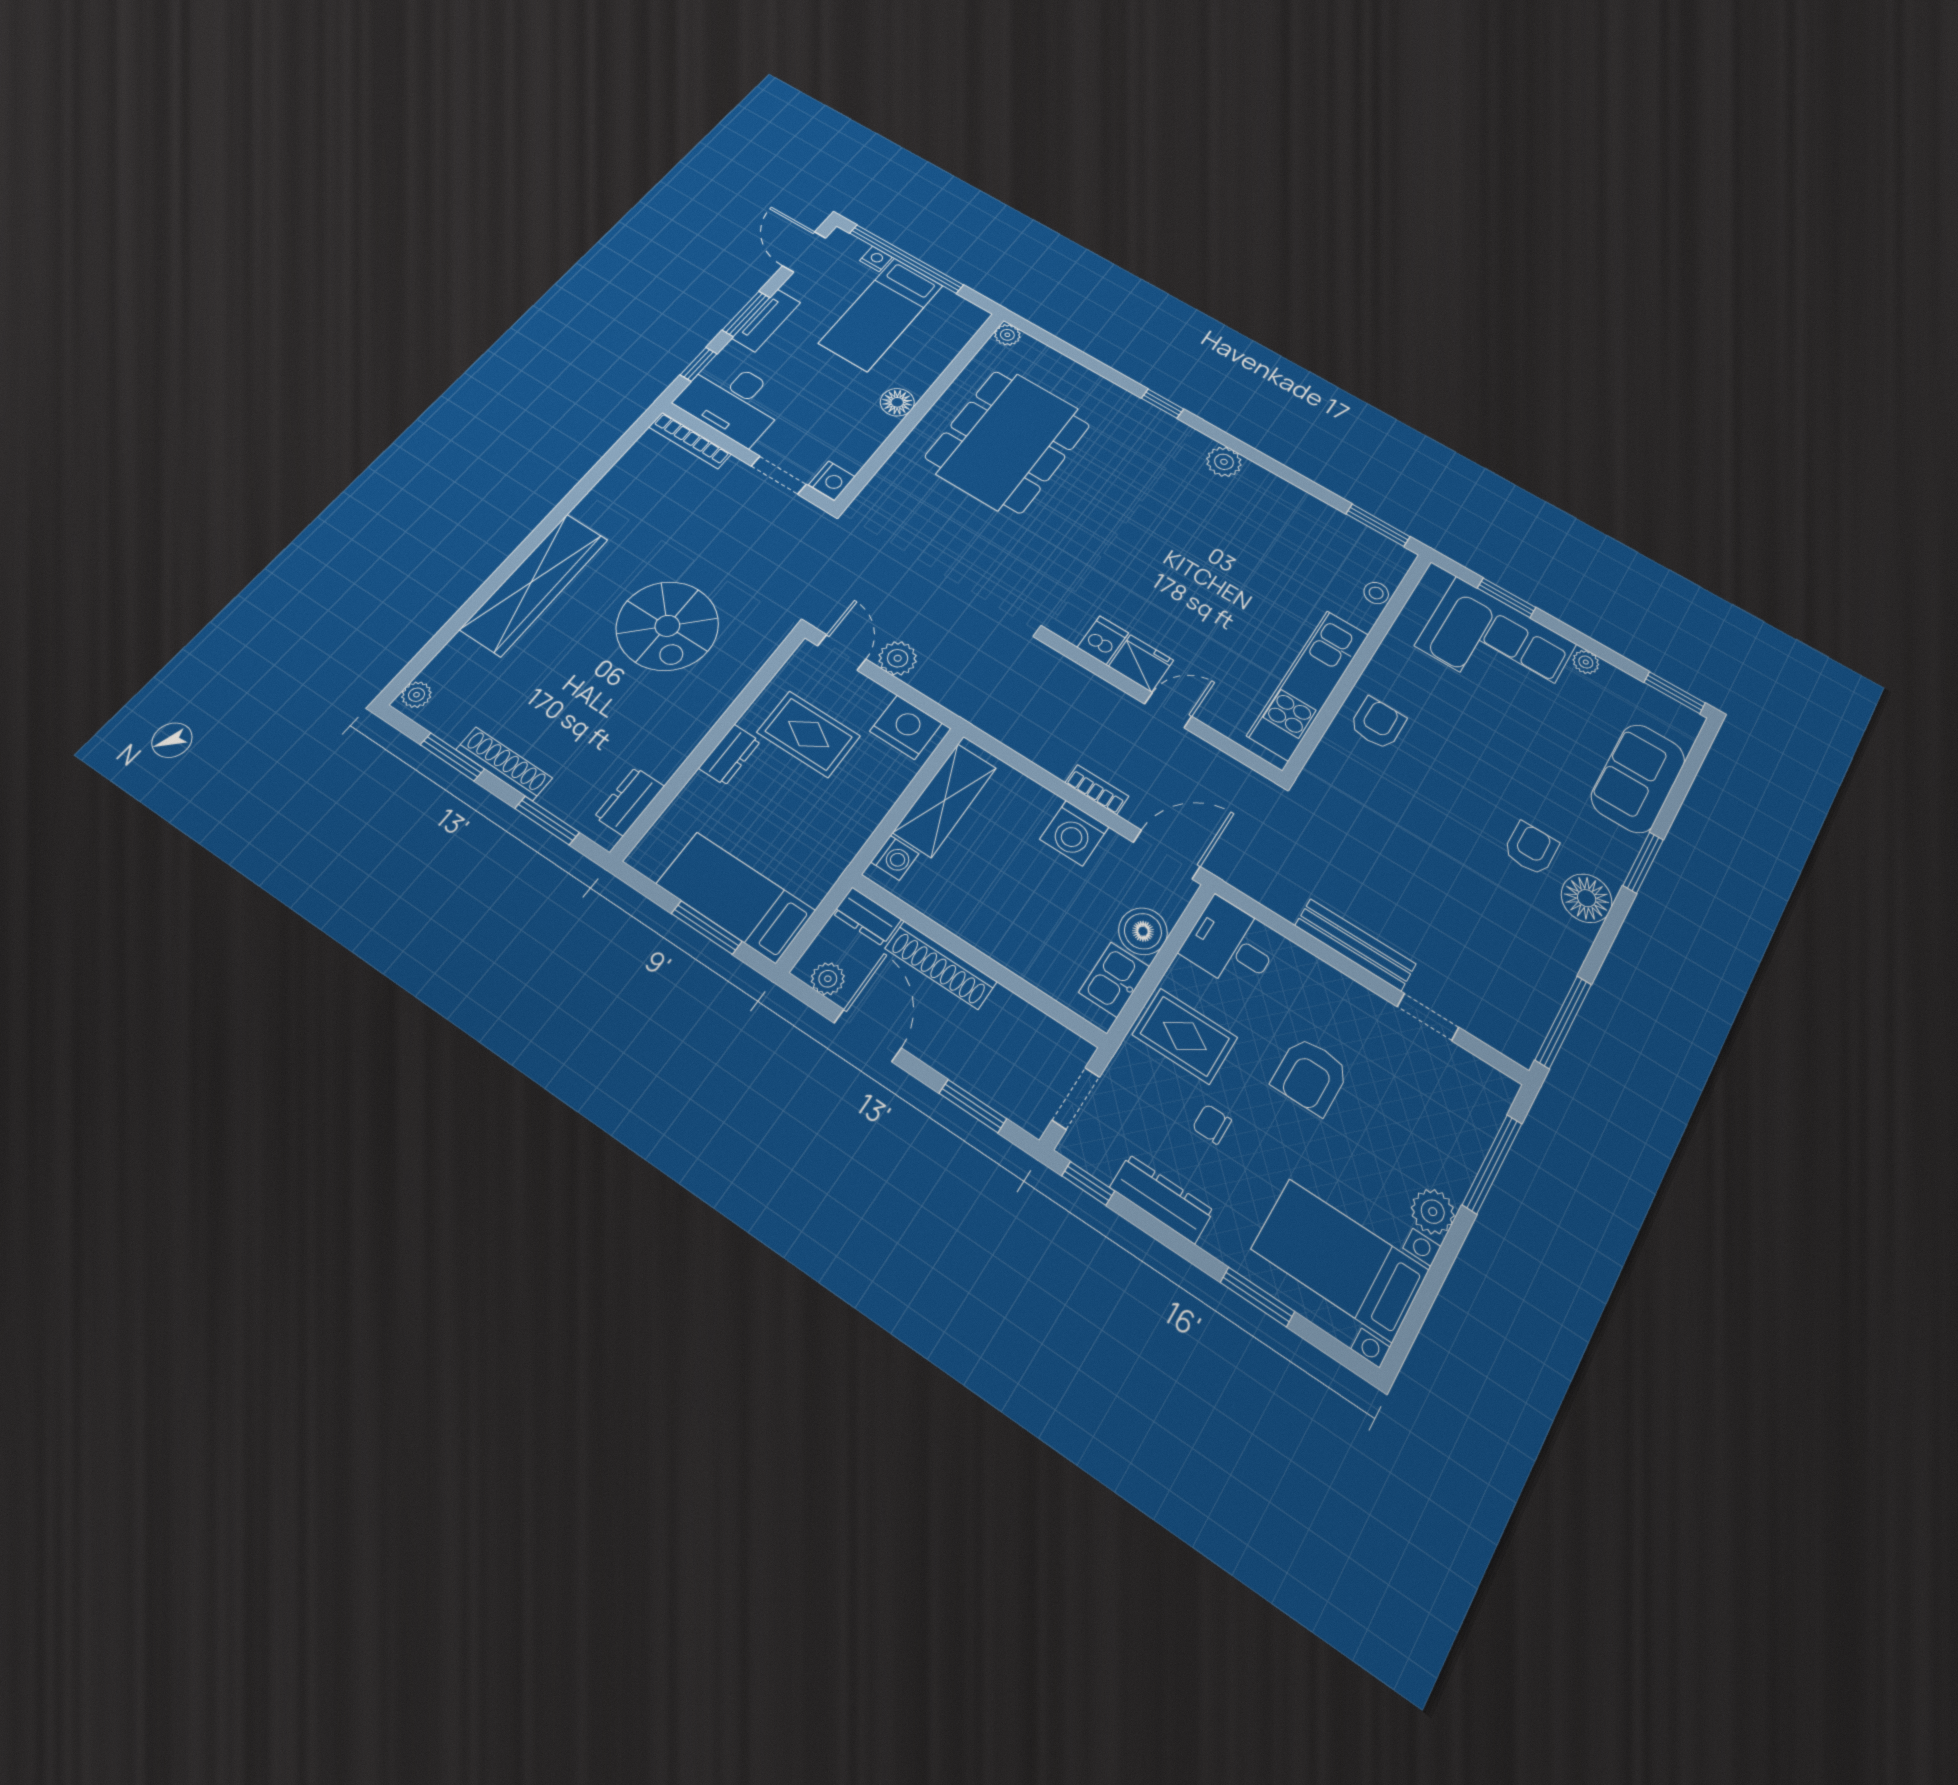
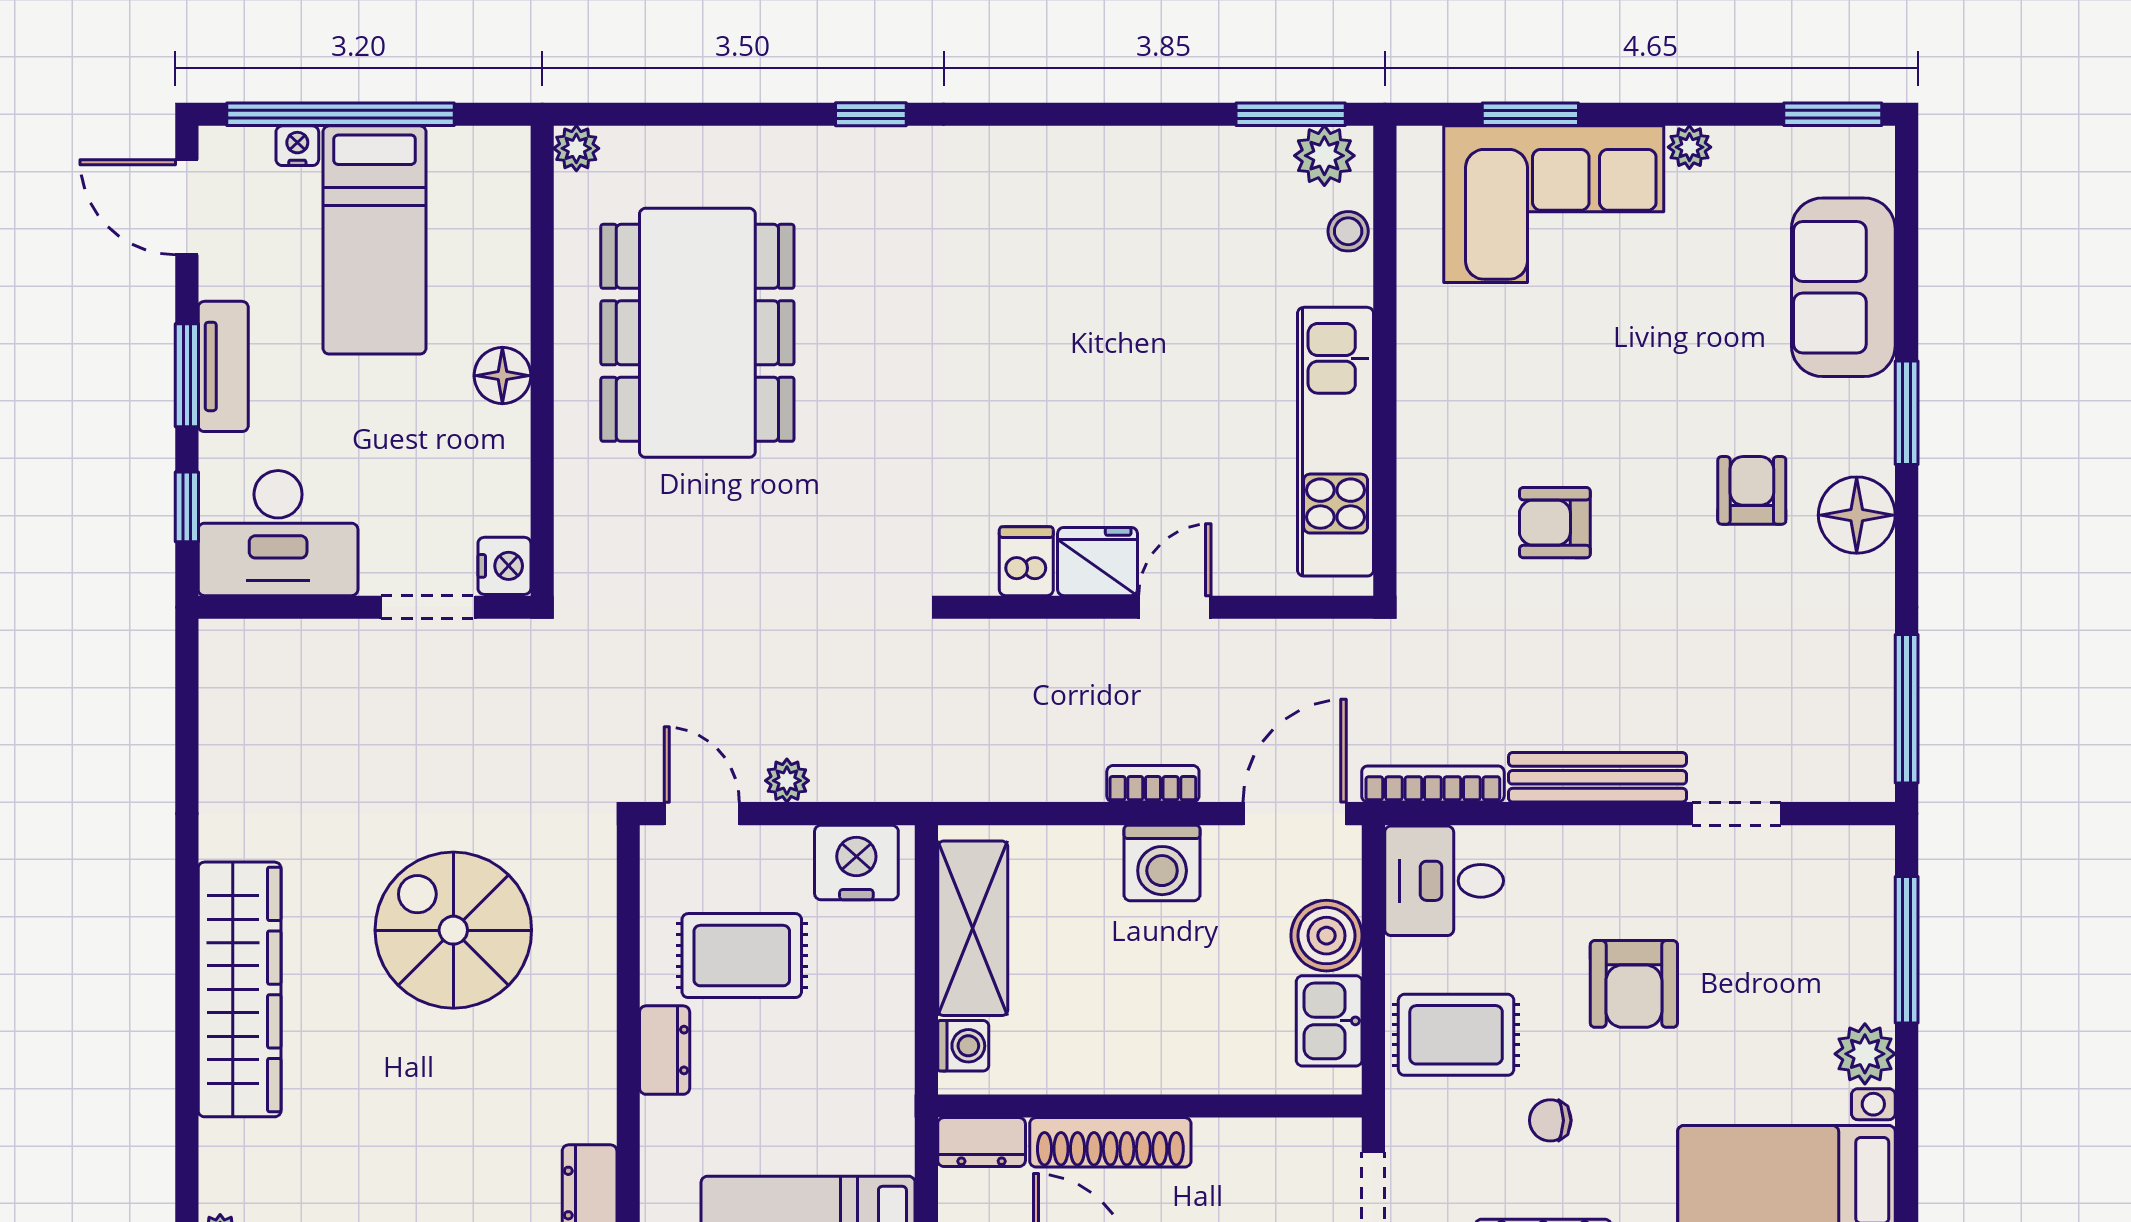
bookcase: (690, 441) -> (1433, 784), moved, turned 180
plant: (1224, 462) -> (1324, 156), moved
spiral stairs: (667, 626) -> (453, 930), turned 180
plant: (898, 658) -> (787, 781), width x0.73, depth x0.73
armchair: (1378, 723) -> (1555, 523), moved, turned -90

